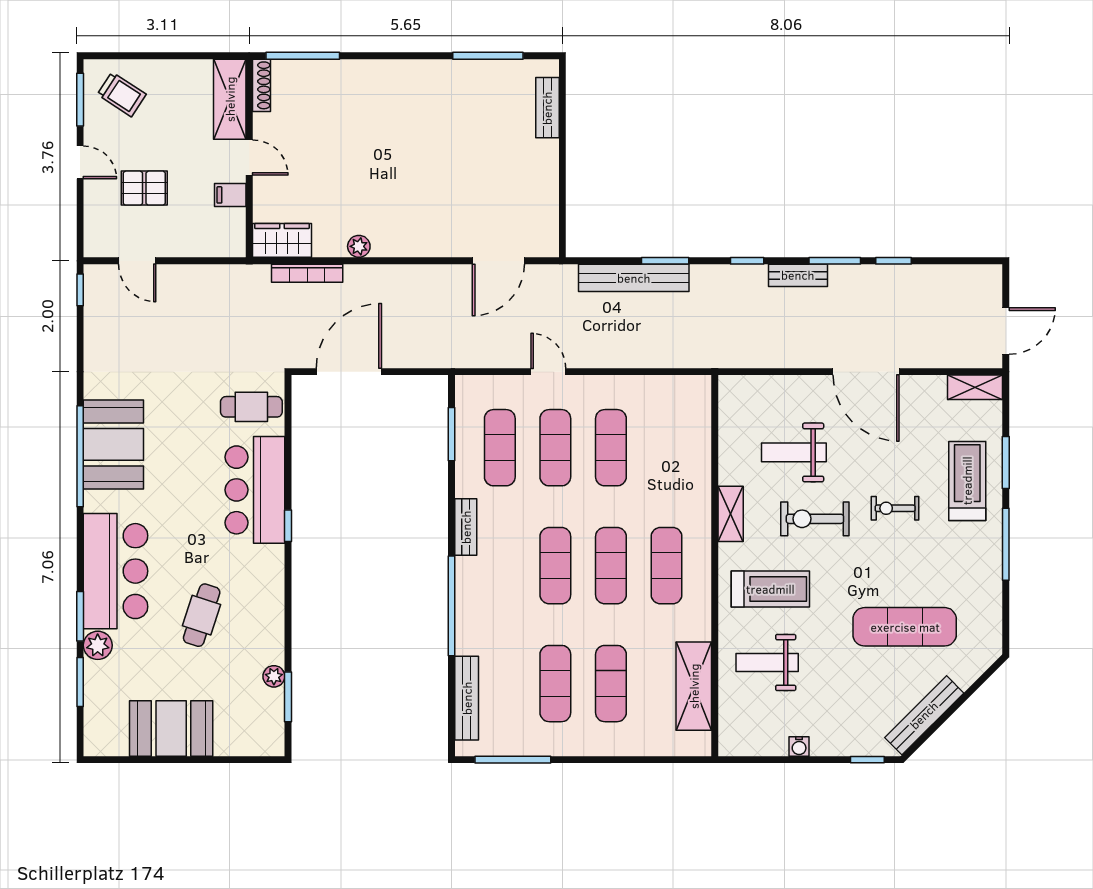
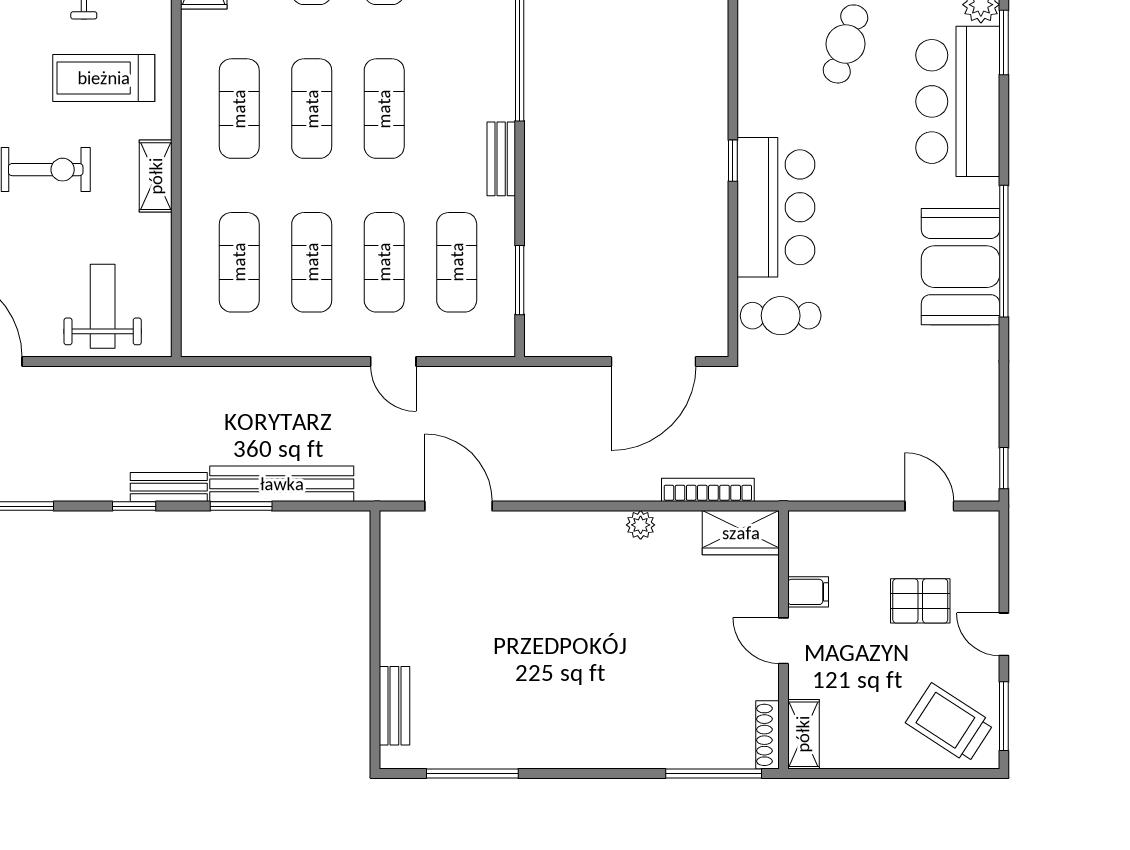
trolley: (122, 94) -> (950, 723), width x1.36, depth x1.39
shelving: (230, 99) -> (803, 734), width x0.67, depth x0.75
door: (498, 261) -> (459, 506), hinge flipped
bench: (798, 275) -> (169, 487), moved
exercise mat: (667, 448) -> (239, 262), added
weight bench: (794, 452) -> (103, 306), moved, turned -90

